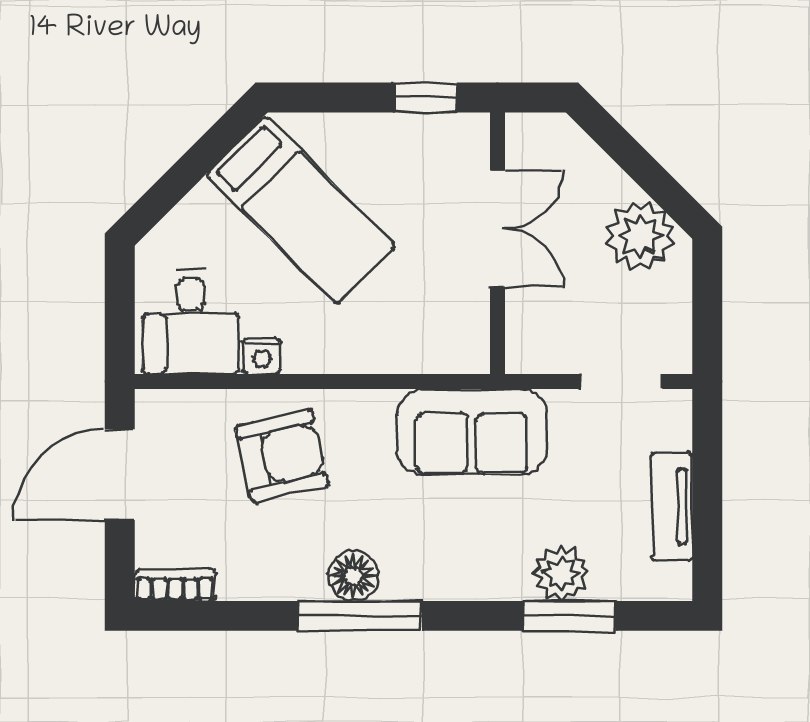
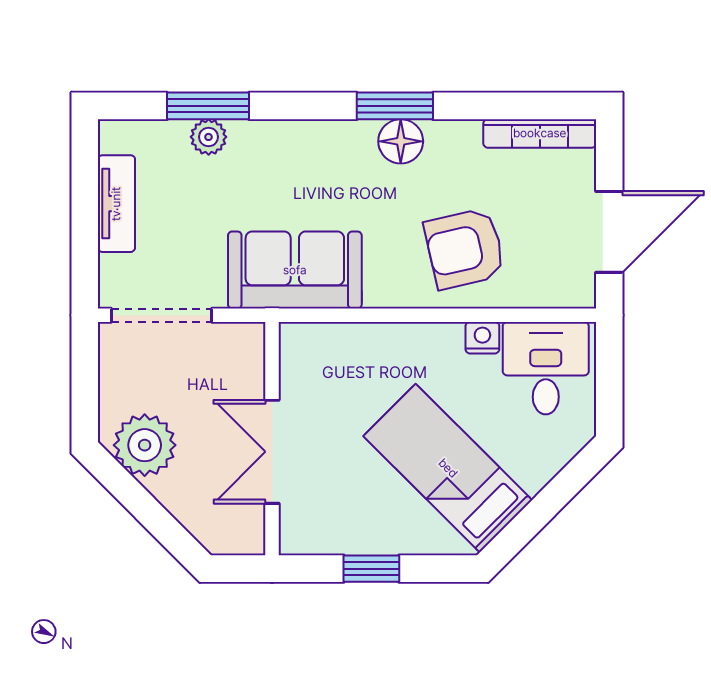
window: (426, 98) -> (371, 569), moved
doorway: (621, 381) -> (162, 315), width x1.38
plant: (561, 573) -> (209, 137), width x0.73, depth x0.73
bookcase: (175, 585) -> (540, 133), width x1.56
window: (360, 616) -> (395, 106), width x0.69

